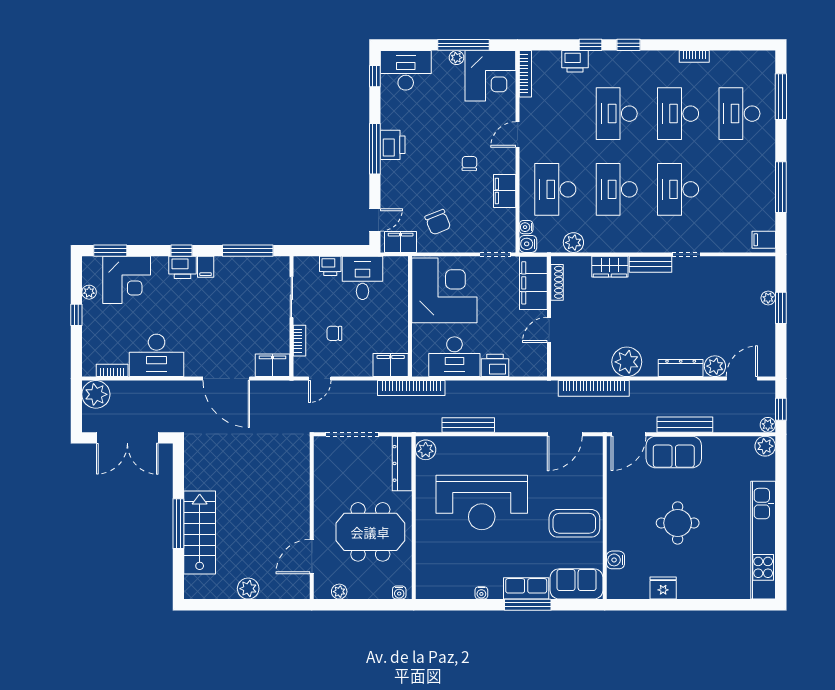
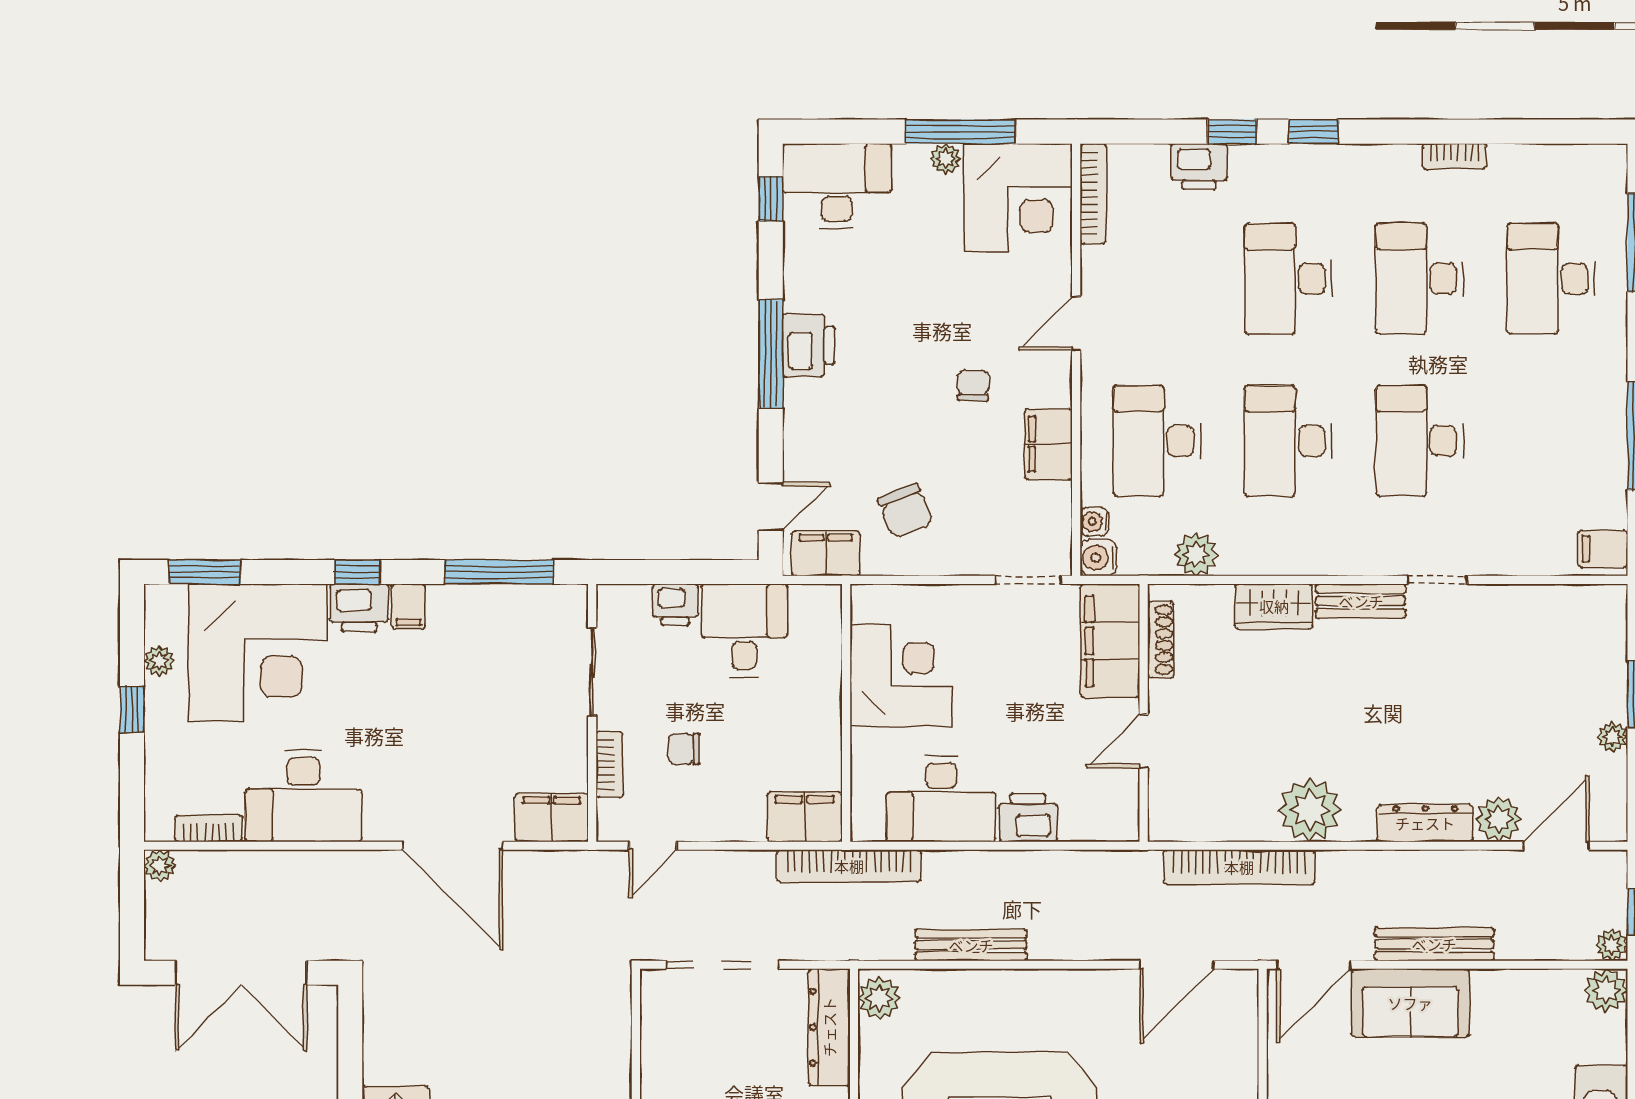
corner desk: (127, 280) -> (258, 653), width x1.36, depth x1.36
corner desk: (444, 290) -> (901, 675), width x0.74, depth x0.74
plant: (768, 298) -> (1613, 737), moved
plant: (96, 394) -> (160, 866), width x0.53, depth x0.53

